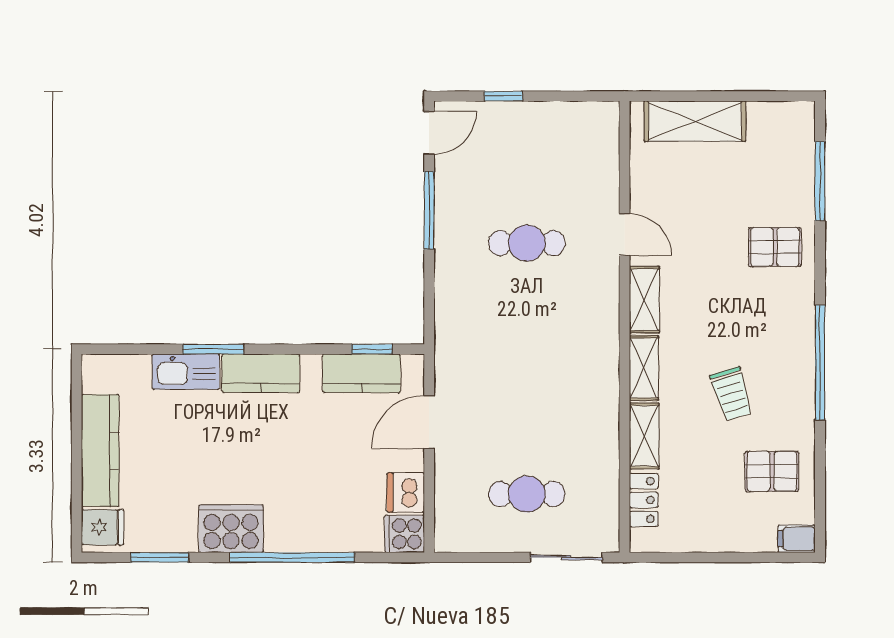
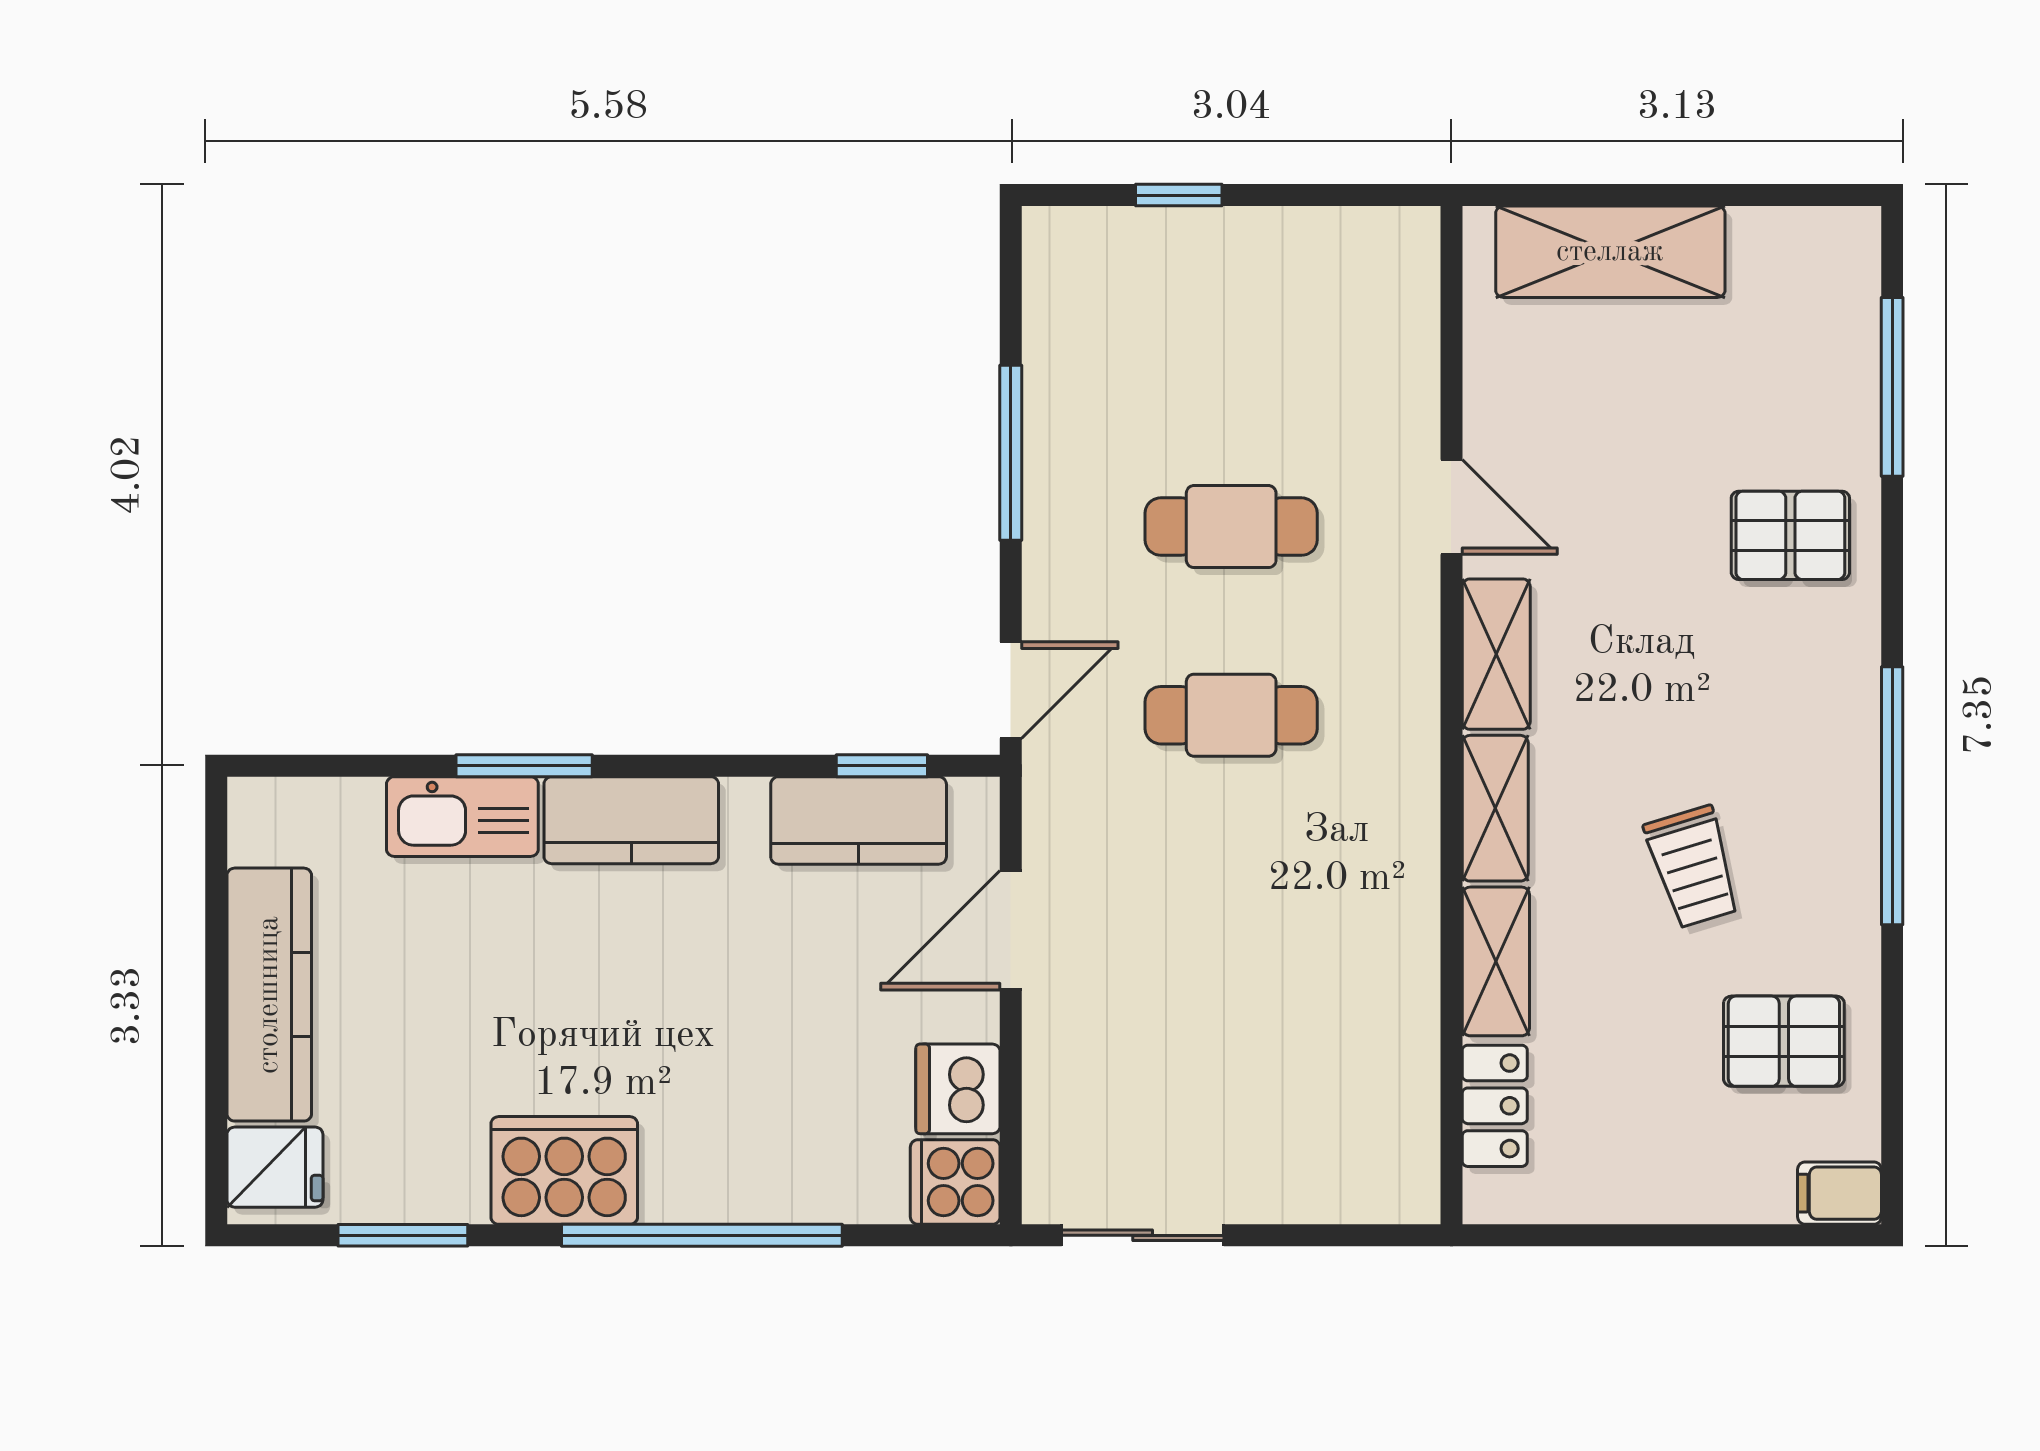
door: (429, 133) -> (1011, 690), moved
cafe table: (527, 494) -> (1231, 715), moved
sliding door: (566, 557) -> (1143, 1235), moved

